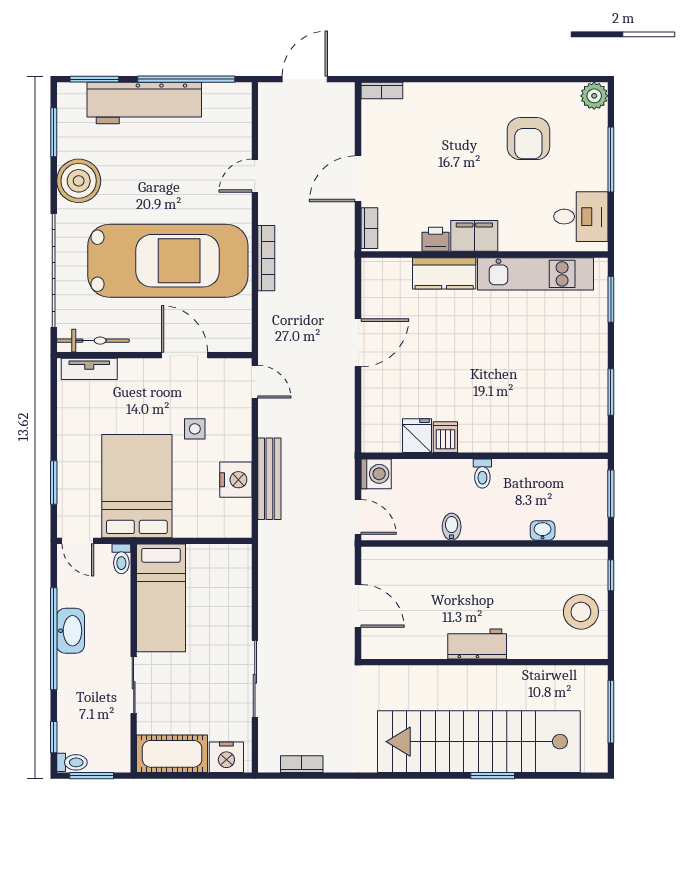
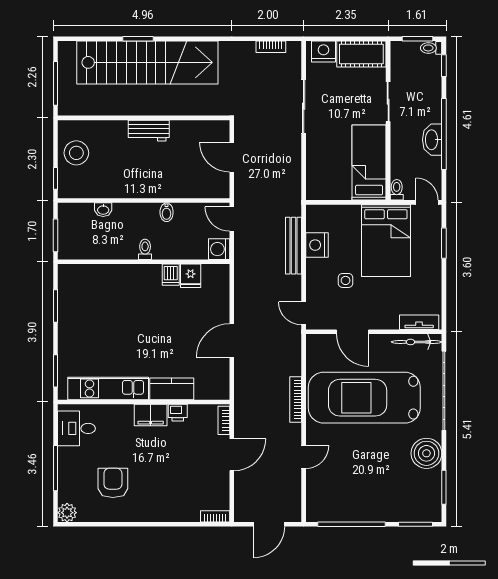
workbench: (144, 103) -> (381, 508), removed

